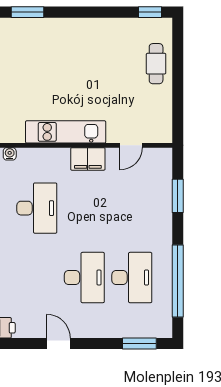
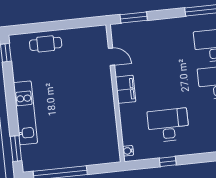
kitchen unit: (66, 132) -> (25, 113), moved, turned 180
window: (178, 196) -> (134, 17), moved

